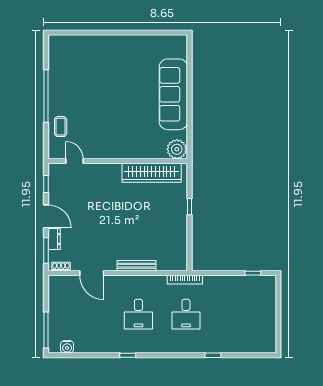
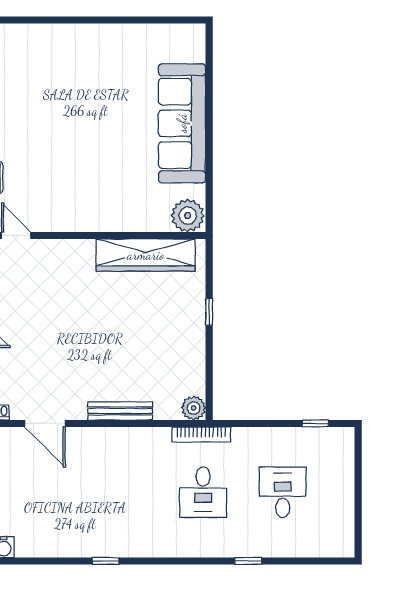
plant: (180, 264) -> (194, 408), added
desk: (138, 314) -> (283, 492), moved, turned 180

